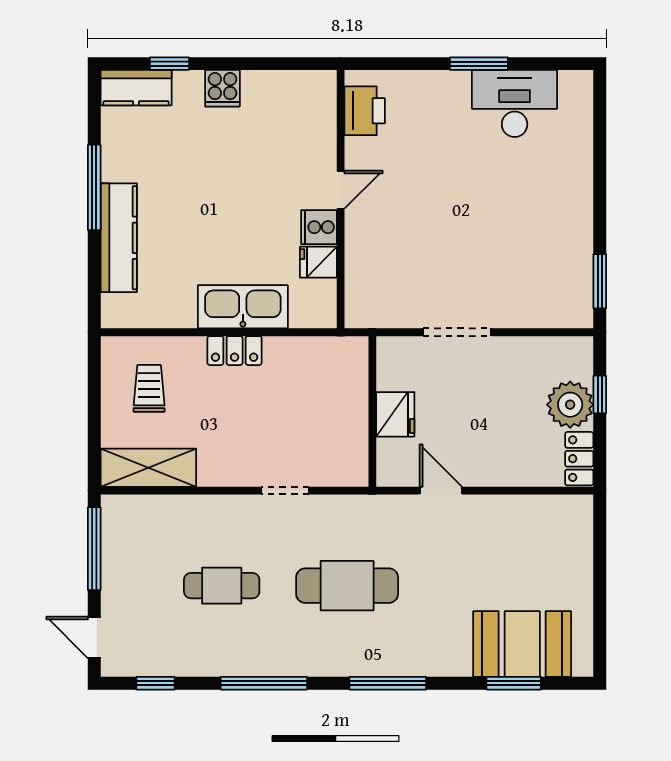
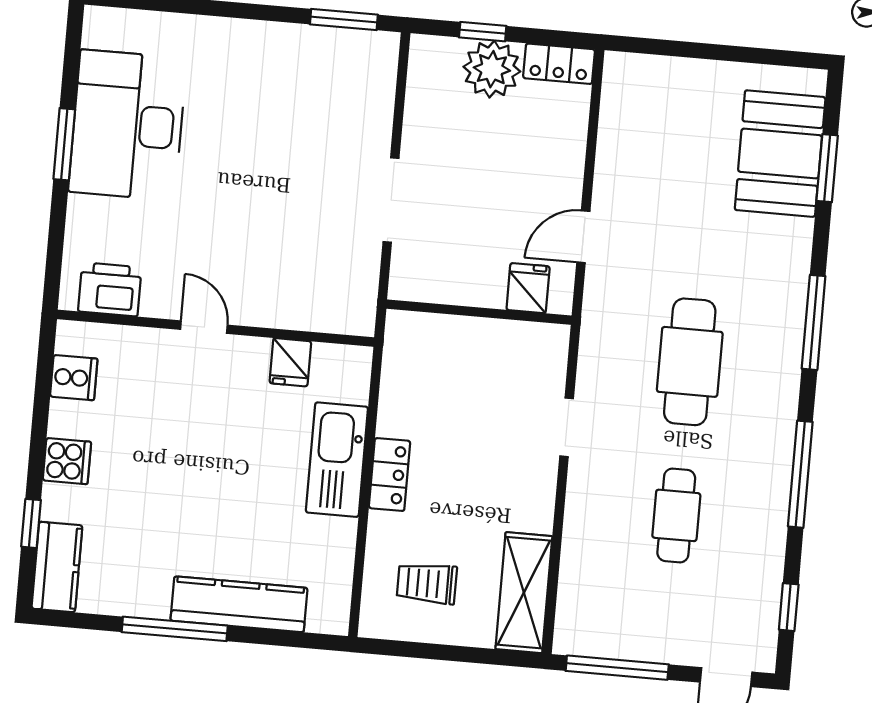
desk: (515, 103) -> (128, 125), width x1.36, depth x1.30
cooker: (319, 227) -> (74, 378), moved, turned -90
fridge: (395, 414) -> (528, 288), moved, width x0.72

